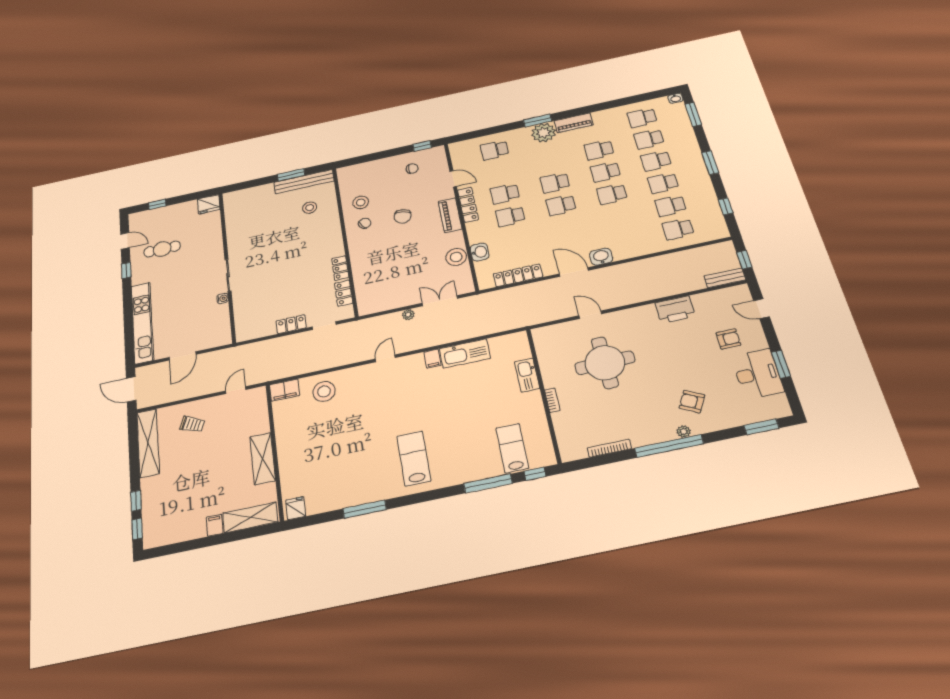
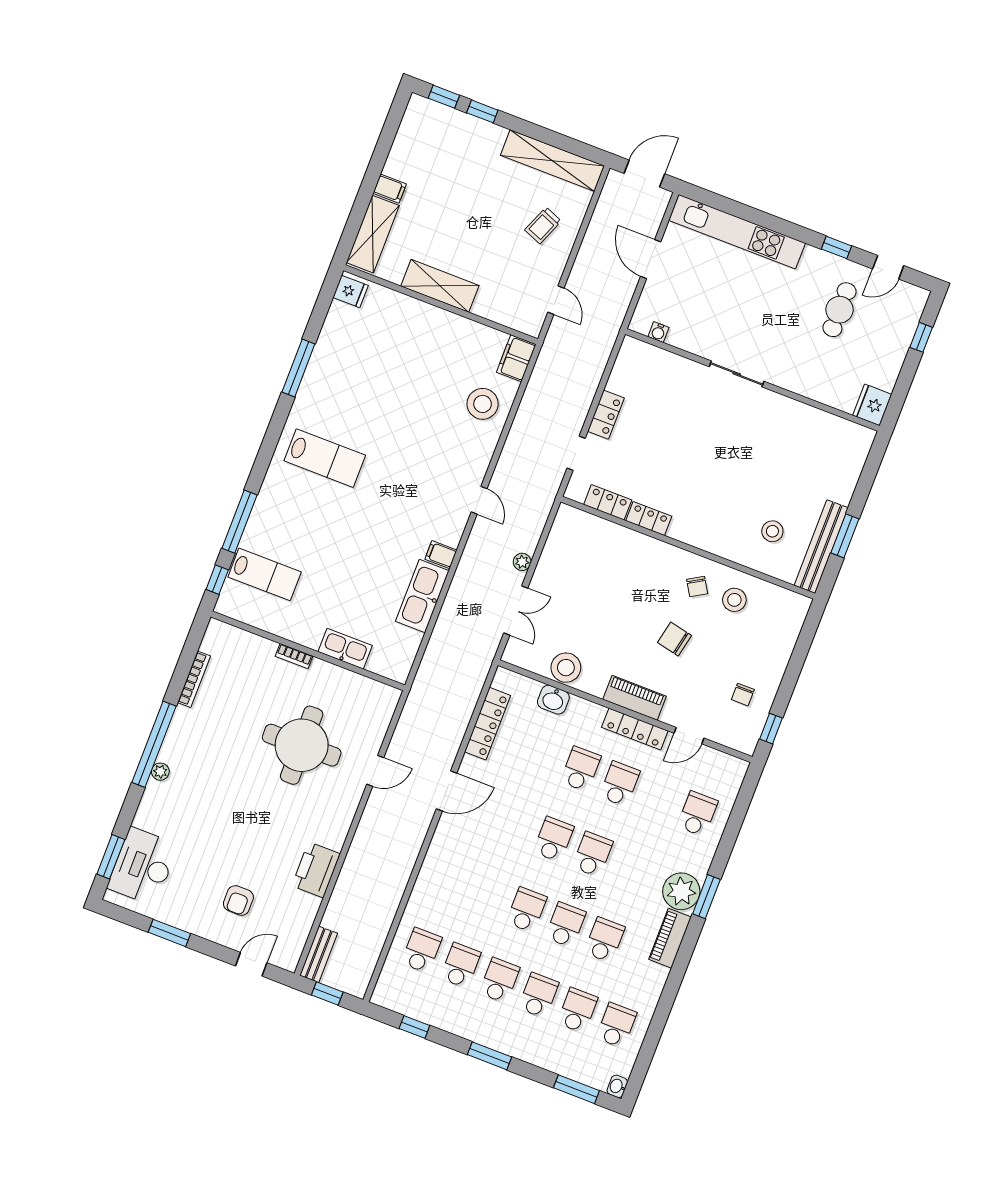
washbasin: (601, 257) -> (446, 836), removed
water cooler: (223, 298) -> (658, 332), moved
desk: (757, 374) -> (143, 866), moved, turned 90
armchair: (692, 402) -> (190, 806), removed

